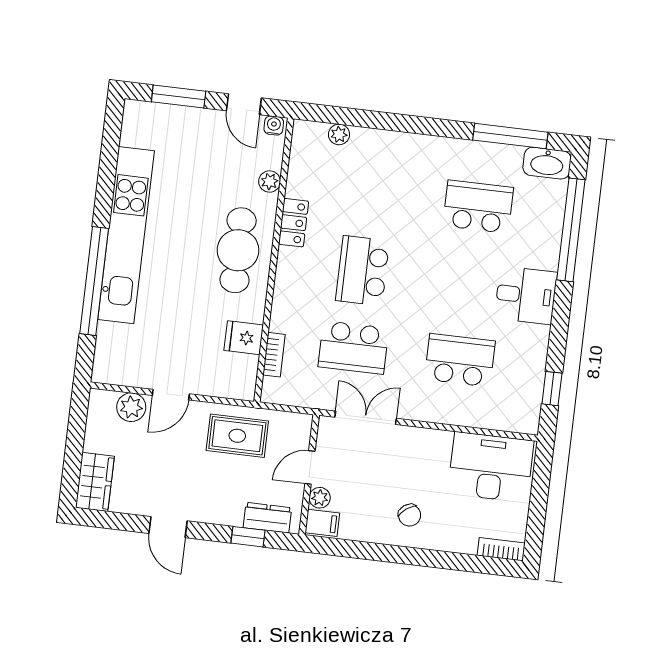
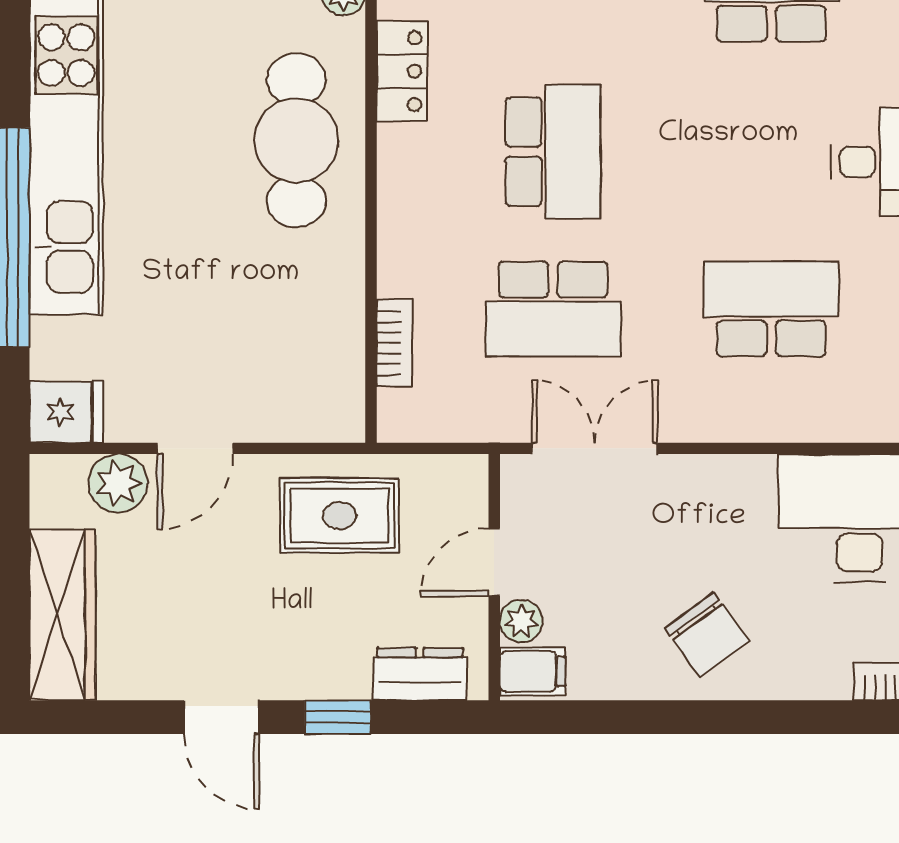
school desk: (363, 271) -> (553, 152), turned 180
fridge: (244, 338) -> (66, 412), moved, turned 180
wardrobe: (95, 482) -> (63, 615), width x1.50
chair: (410, 515) -> (707, 635), width x1.37, depth x1.37
window: (248, 537) -> (338, 717), moved

